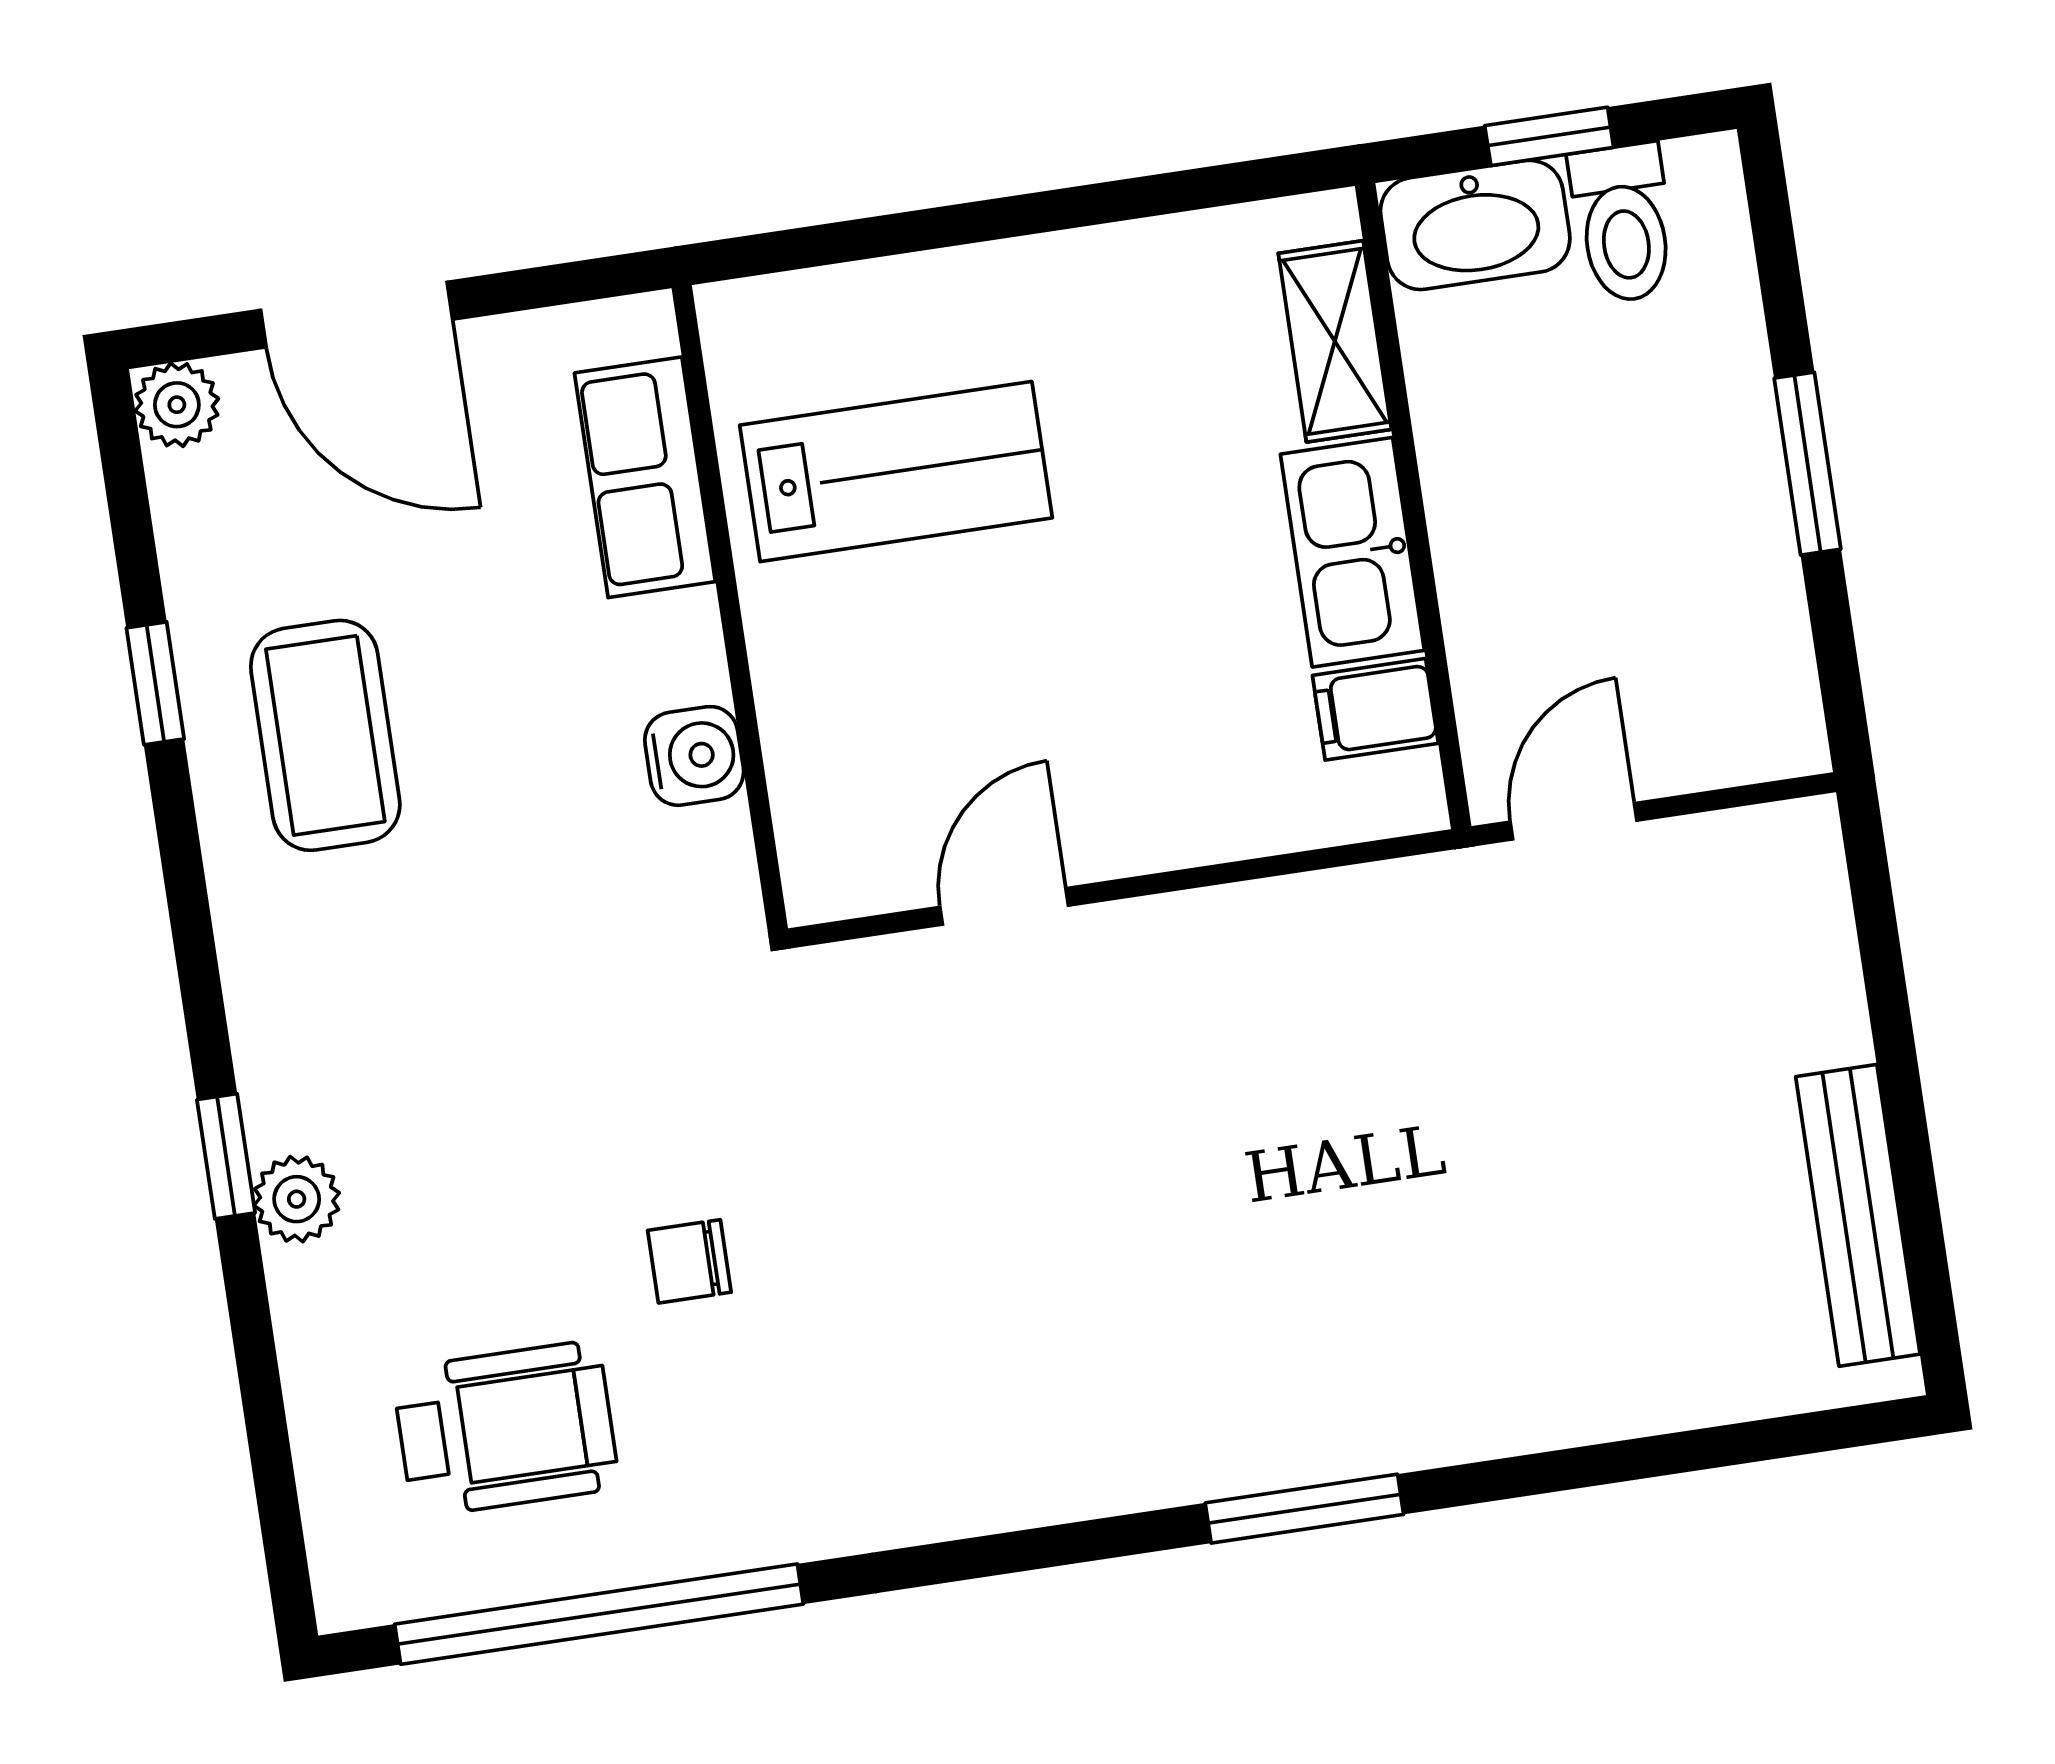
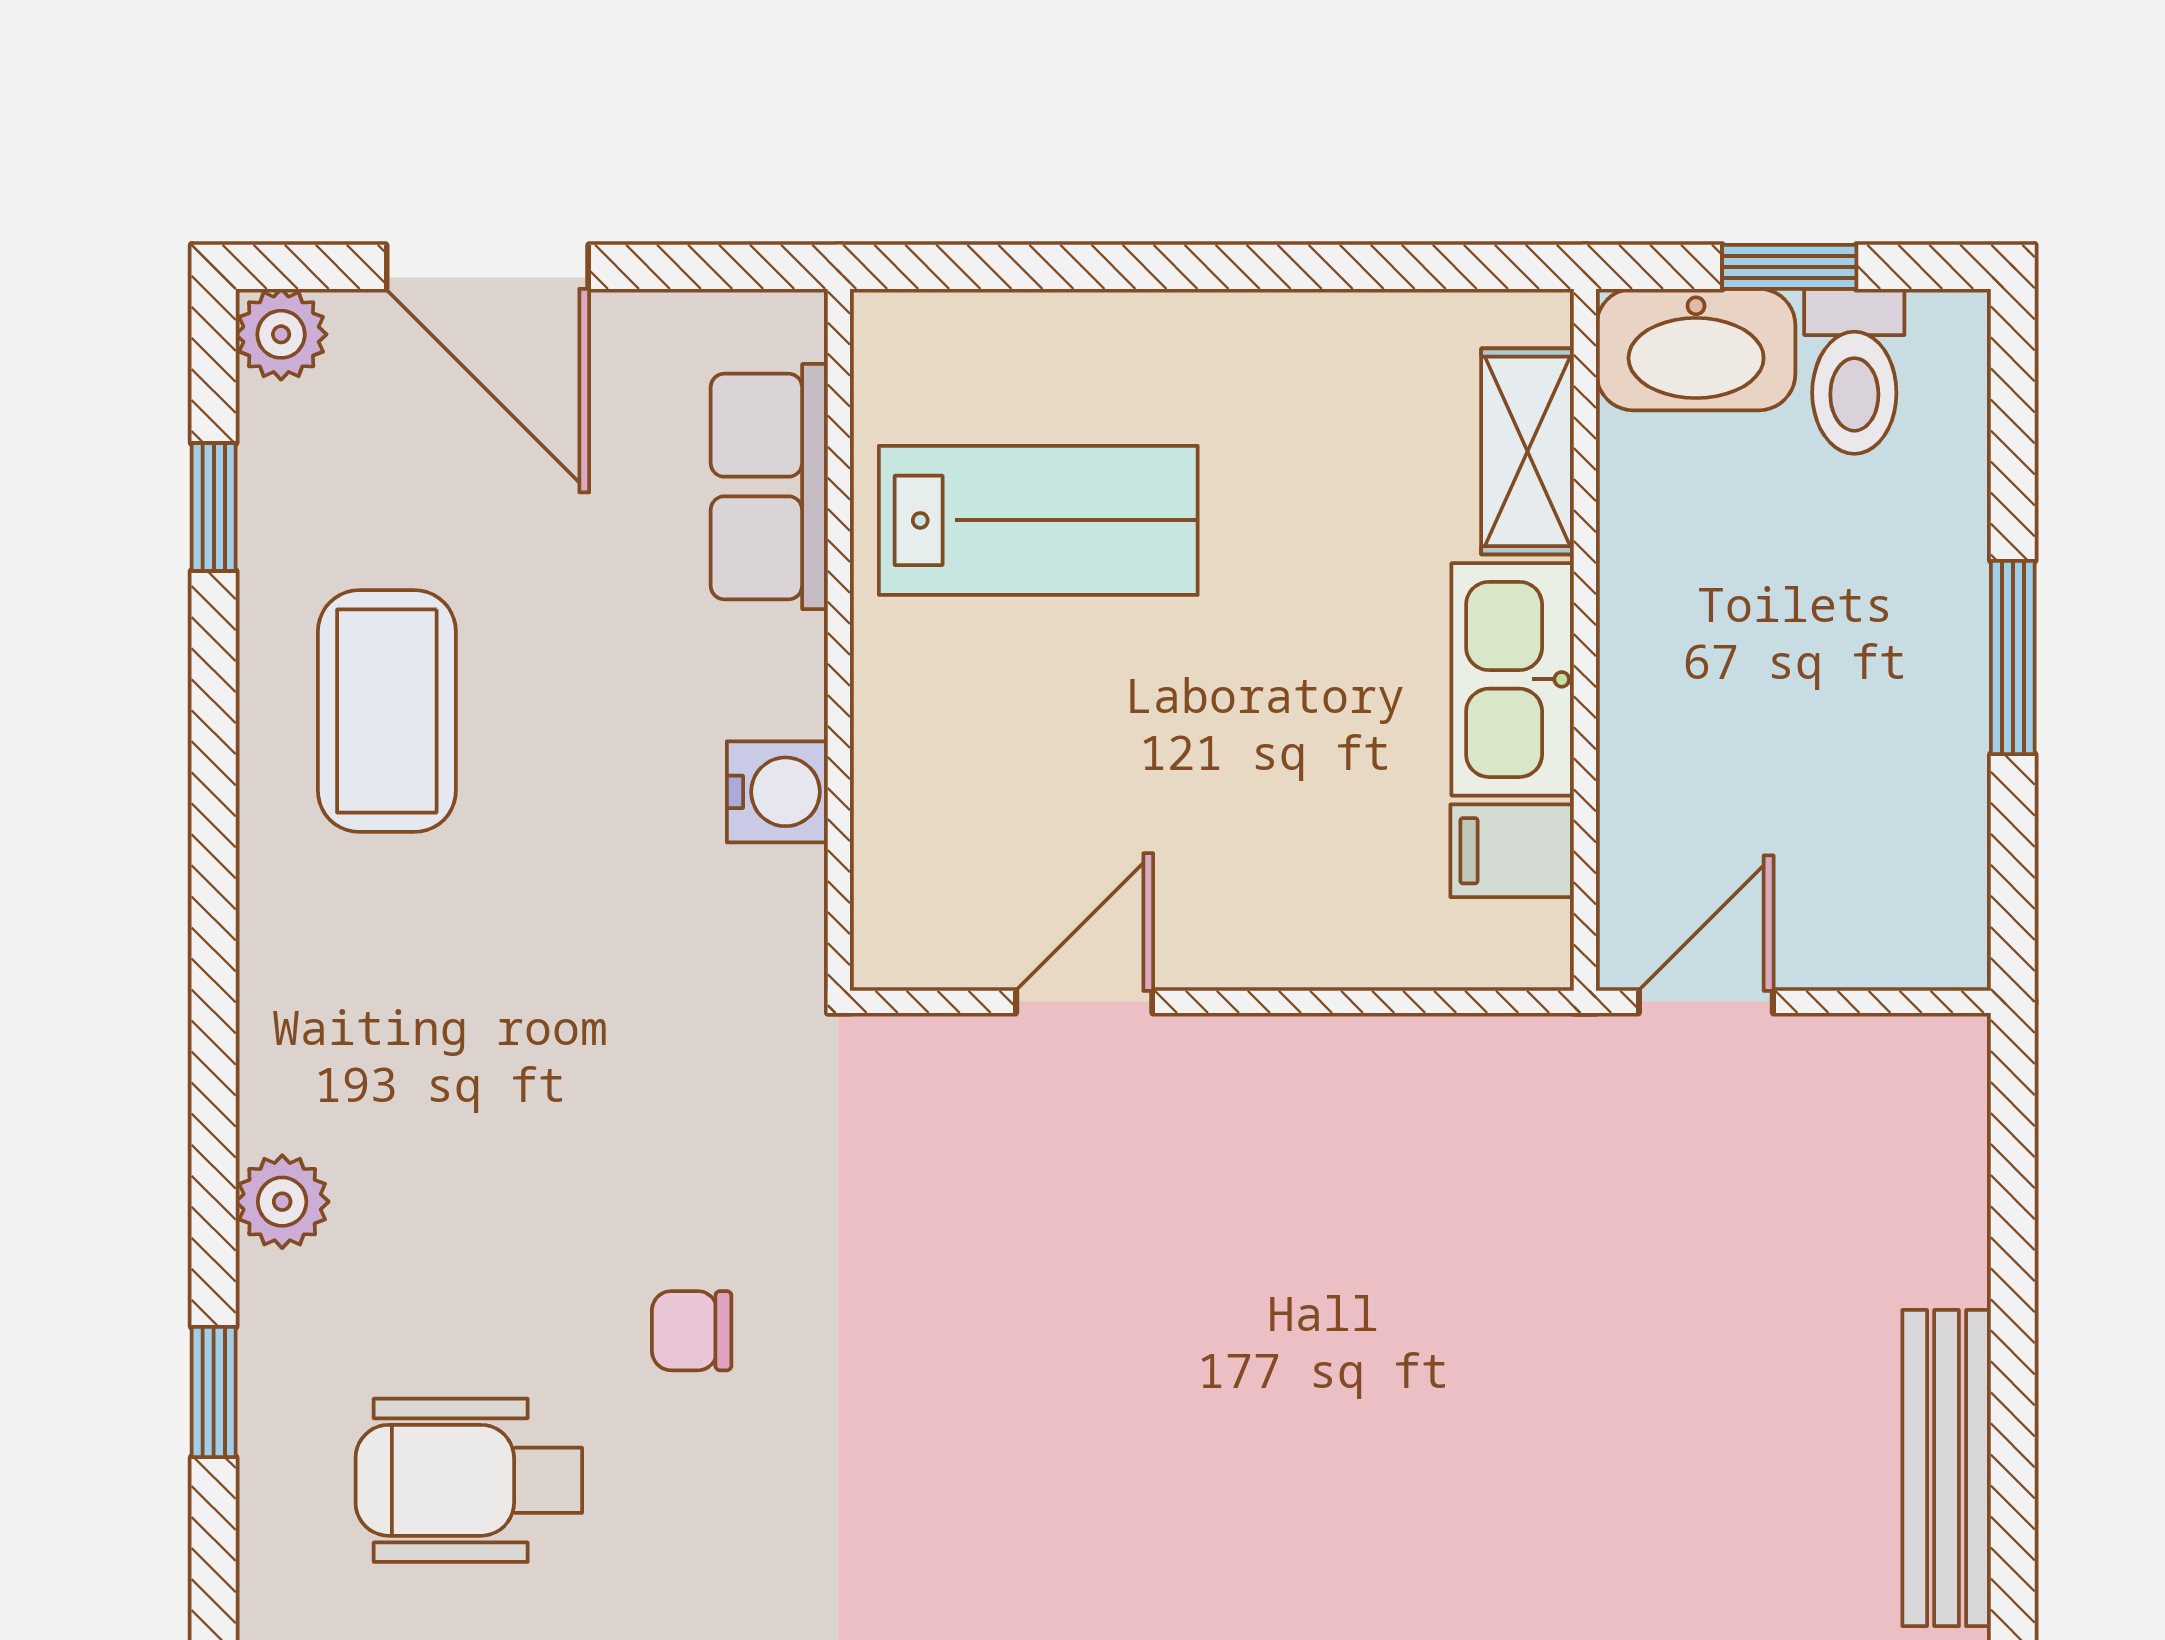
window: (155, 683) -> (214, 507), moved
window: (226, 1156) -> (214, 1392), moved
wheelchair: (506, 1429) -> (469, 1480), turned 180

